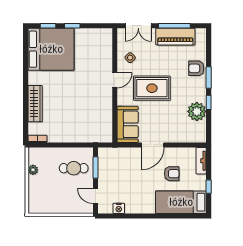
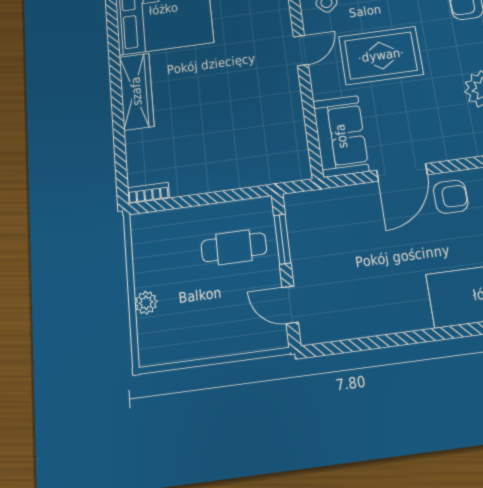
wardrobe: (35, 104) -> (136, 91), moved
plant: (33, 170) -> (146, 303), moved
armchair: (172, 174) -> (451, 197), moved
nightstand: (119, 208) -> (347, 327), removed

